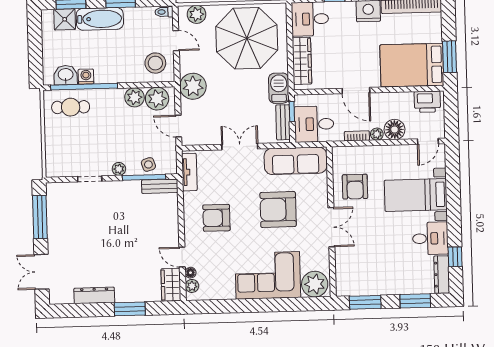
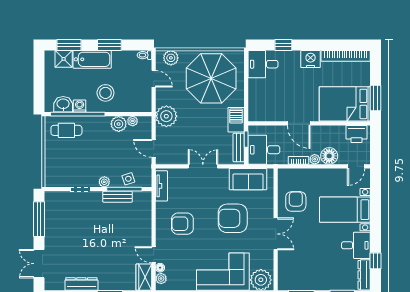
wardrobe: (302, 61) -> (256, 98), removed
stool: (155, 63) -> (105, 93), moved
plant: (157, 99) -> (133, 121), width x0.53, depth x0.53
sofa: (296, 161) -> (248, 179), width x0.73
bench: (160, 186) -> (118, 197), moved
armchair: (355, 187) -> (296, 201), turned 180

